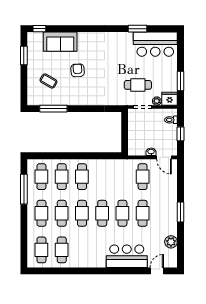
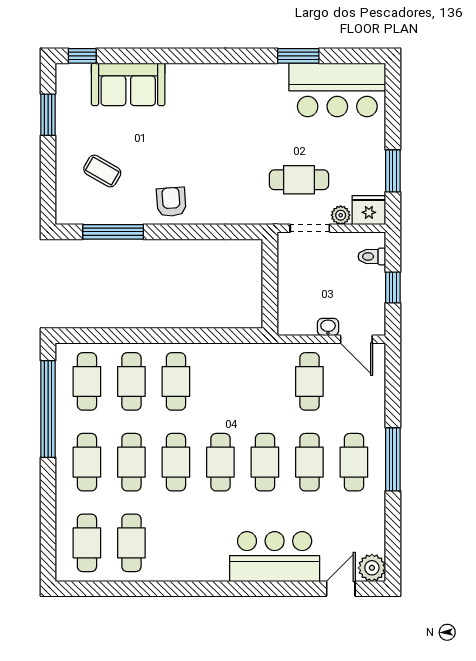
armchair: (78, 70) -> (171, 202), moved
window: (24, 189) -> (48, 409), width x1.46
window: (181, 212) -> (393, 459), width x1.44
cafe table: (163, 213) -> (354, 462), added
plant: (171, 242) -> (372, 568), moved

